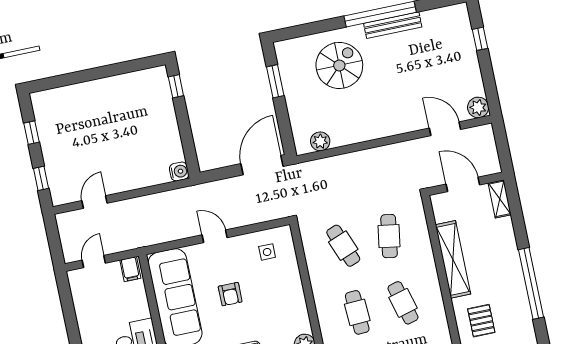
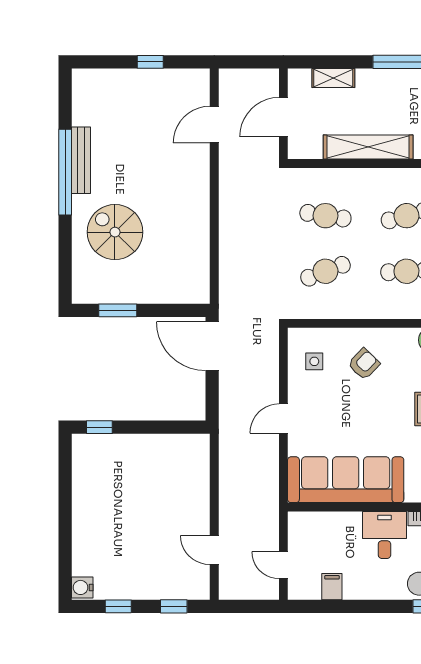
window: (480, 39) -> (150, 62), moved
plant: (478, 107) -> (197, 81), removed
plant: (320, 141) -> (199, 273), removed
water cooler: (179, 171) -> (82, 587), moved, turned -90
shelving: (500, 199) -> (333, 78), moved
filing cabinet: (130, 269) -> (332, 587), moved, turned -90
armchair: (230, 294) -> (364, 364), moved, turned -46

